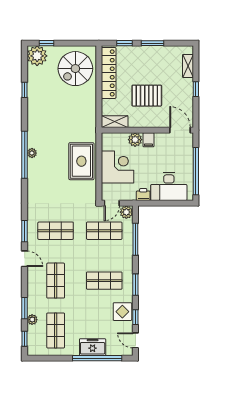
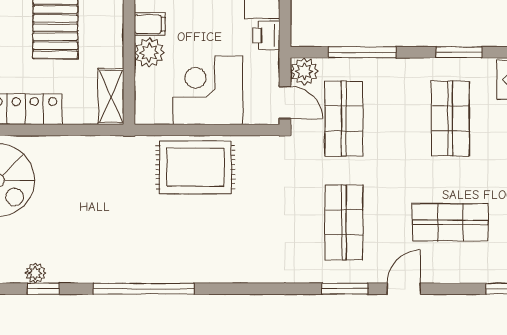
plant: (32, 153) -> (35, 273), moved
window: (25, 155) -> (144, 289), moved

